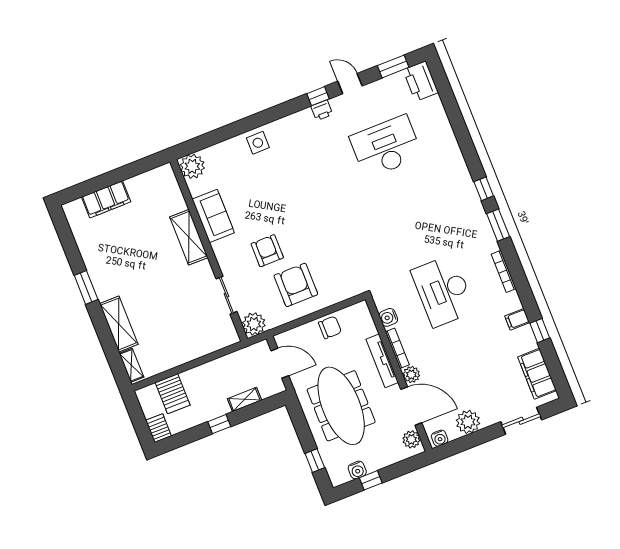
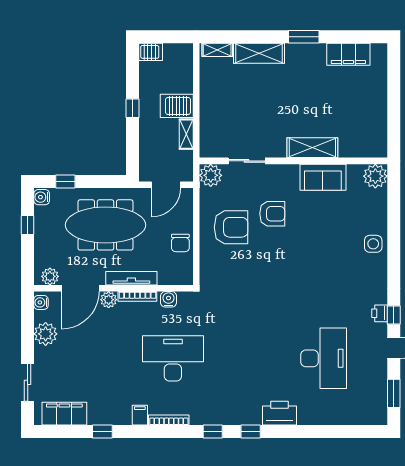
printer: (421, 81) -> (279, 413), moved
filing cabinet: (106, 199) -> (348, 54), moved, turned -90
window: (498, 225) -> (213, 432), width x0.67
filing cabinet: (517, 319) -> (140, 415), moved
server rack: (173, 394) -> (177, 106), moved
shelving: (244, 399) -> (186, 134), moved
water cooler: (357, 470) -> (42, 197), moved

